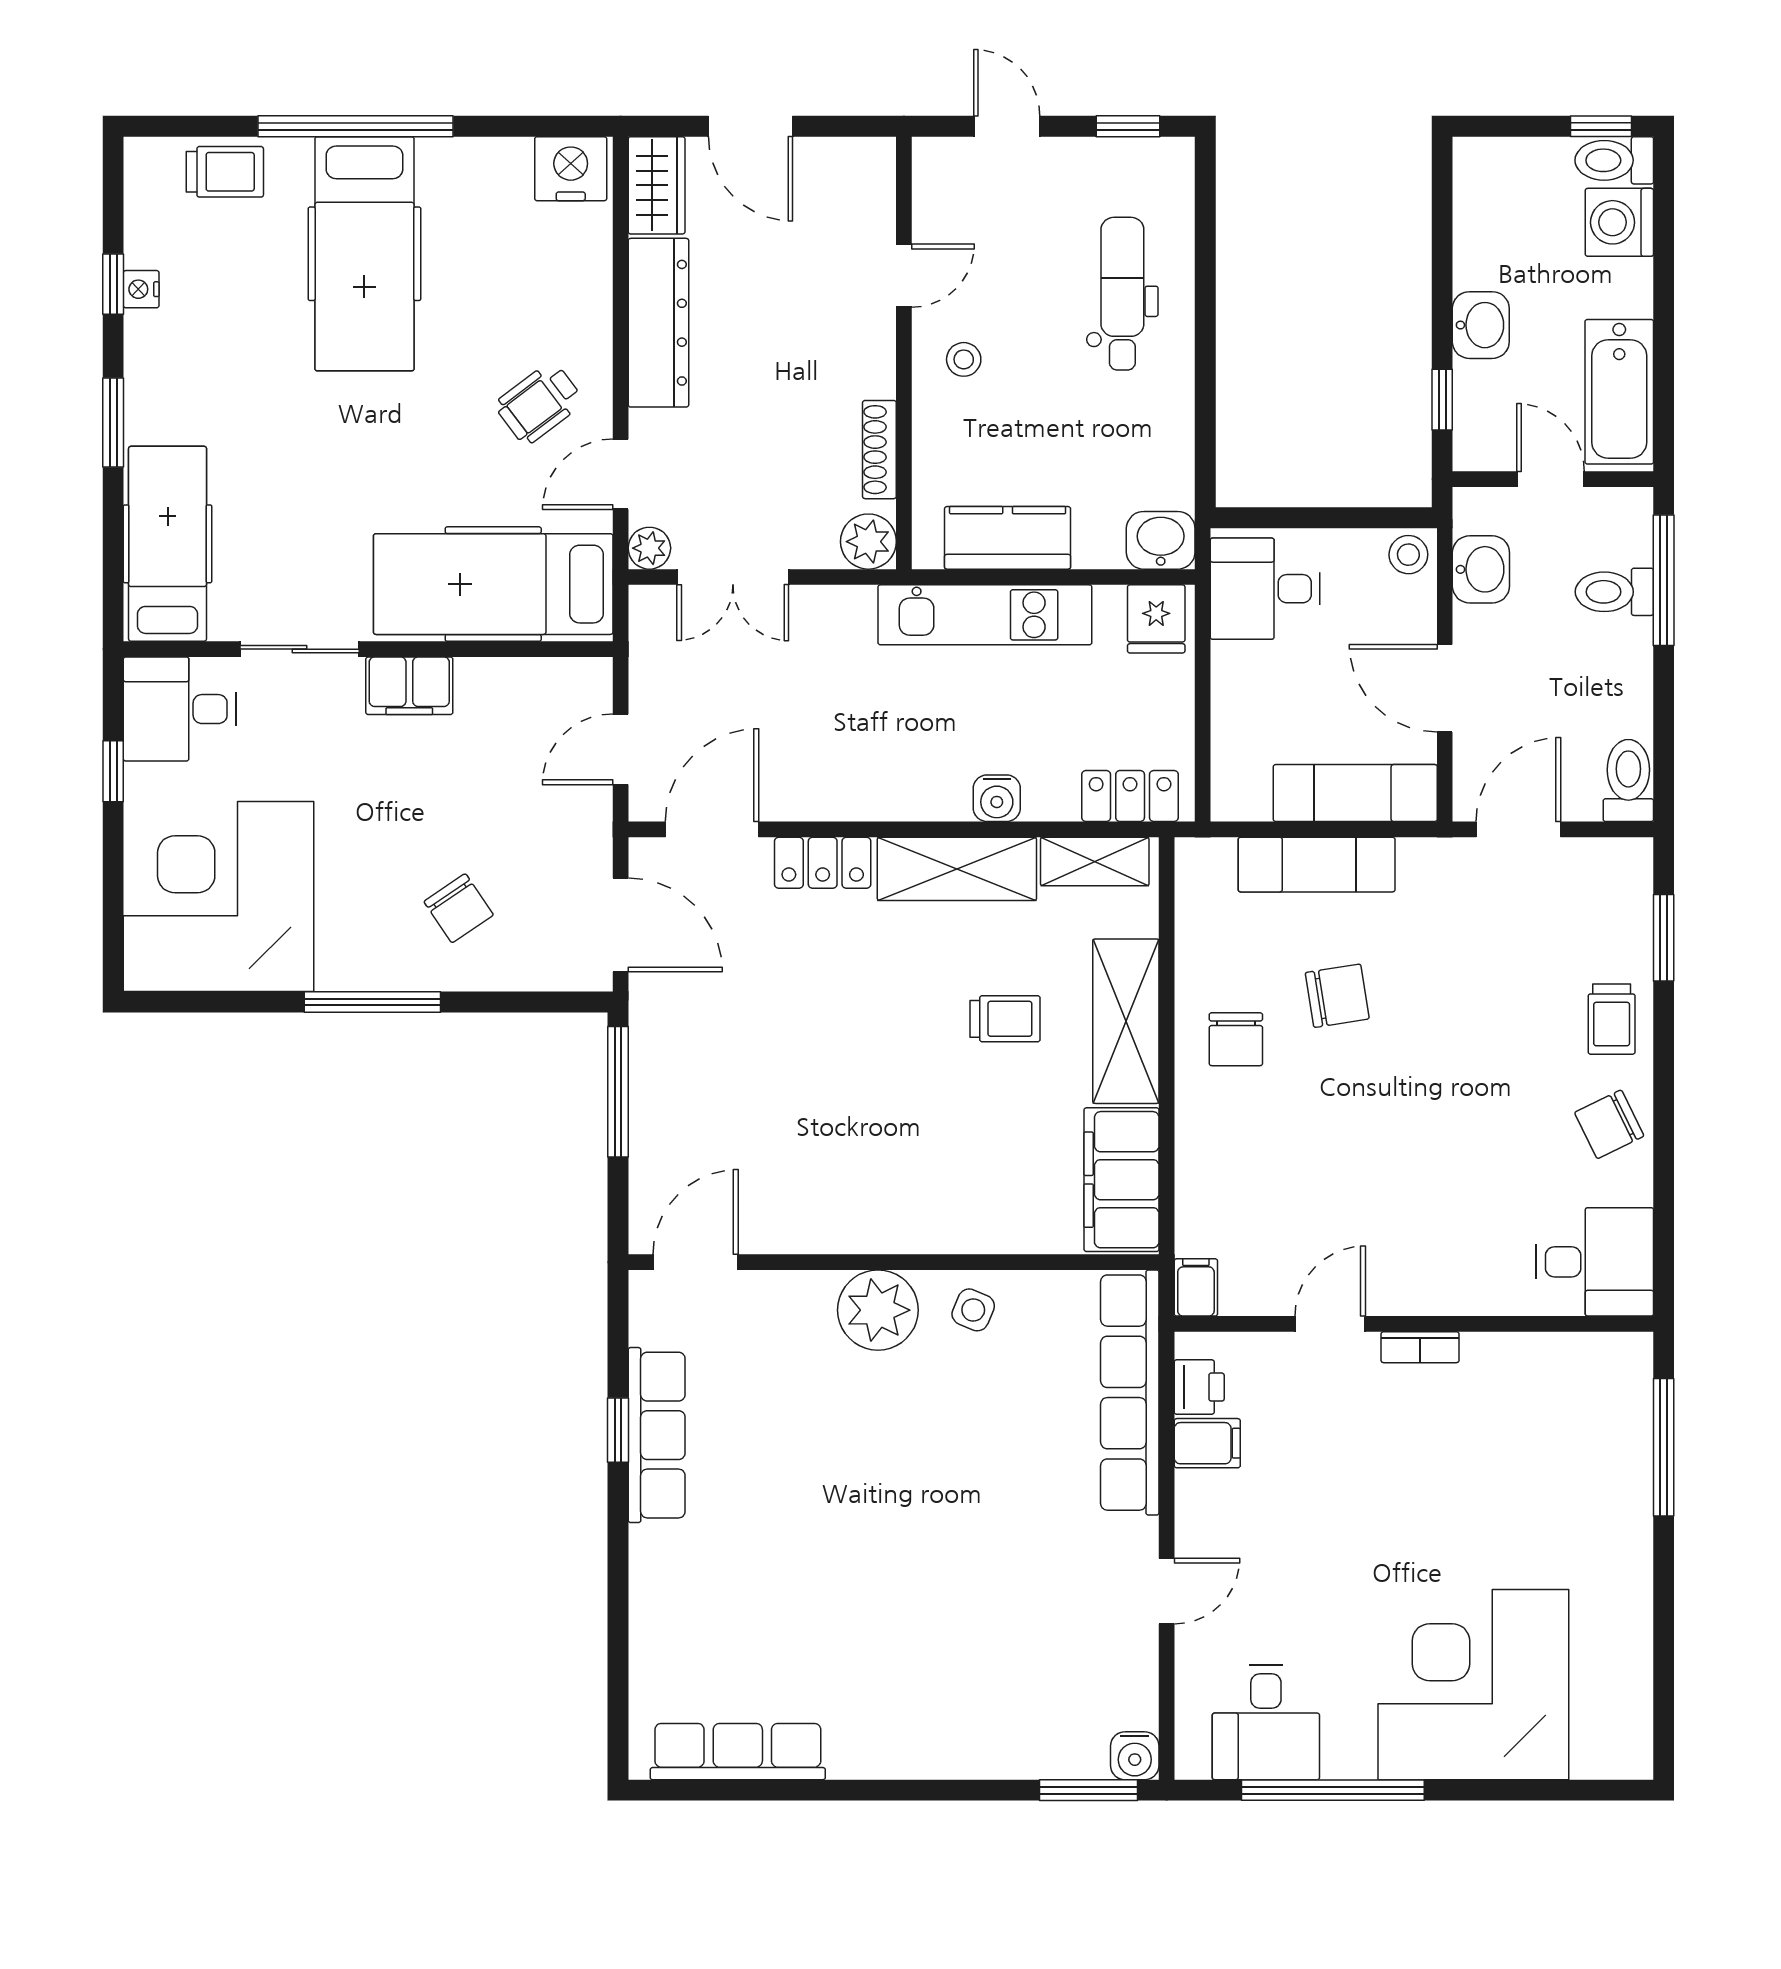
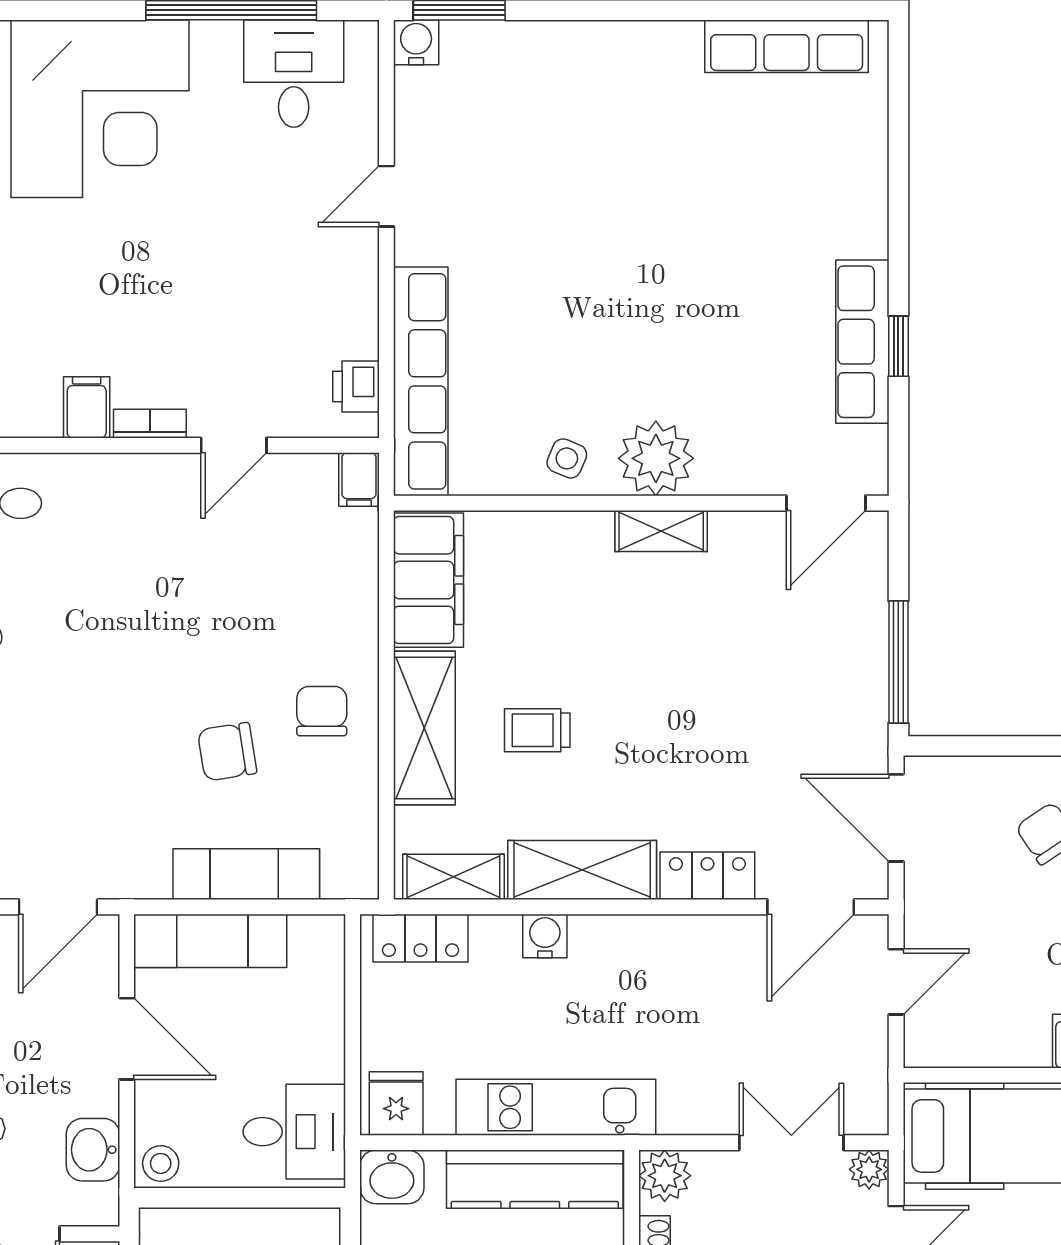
kitchen counter: (1008, 538) -> (535, 1179), width x1.50
shelving: (872, 1232) -> (661, 531), added
filing cabinet: (1207, 1443) -> (87, 407), moved, turned 90

